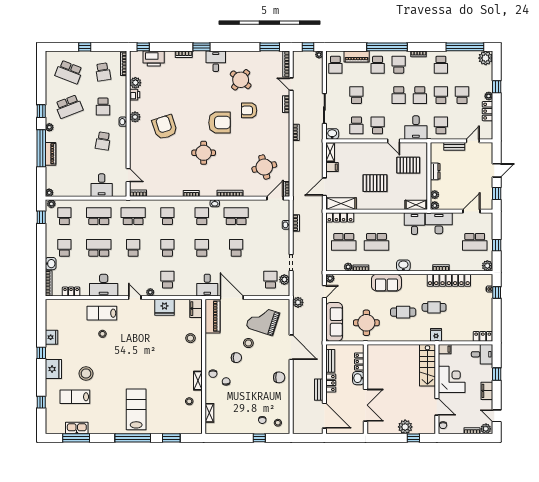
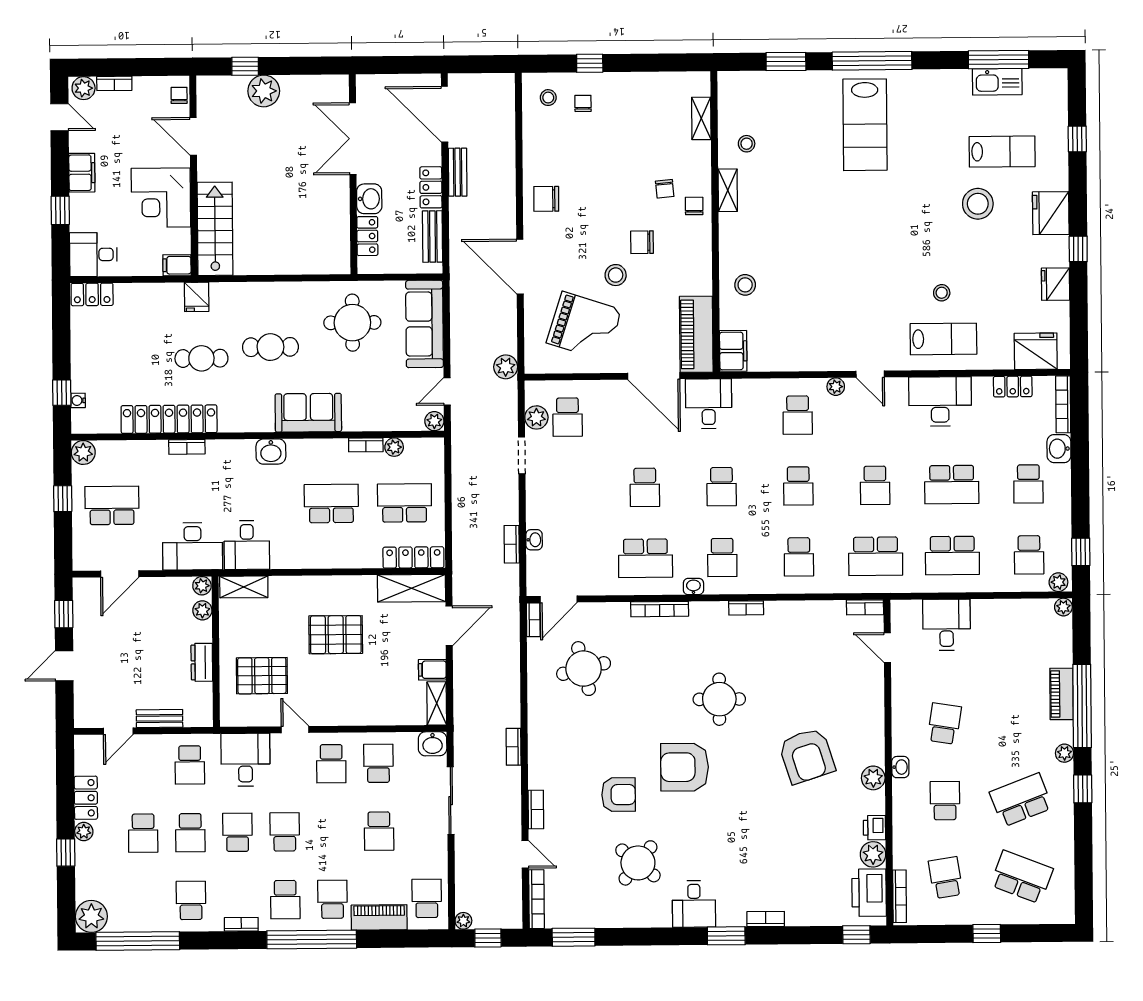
printer: (154, 58) -> (869, 893), moved, turned -90
fridge: (164, 307) -> (1036, 351), moved

